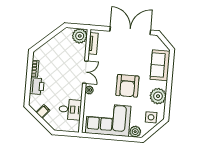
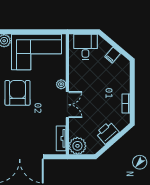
double door: (85, 72) -> (67, 105), swing flipped
printer: (37, 86) -> (107, 133), moved, turned 49
desk: (70, 109) -> (85, 47), moved, turned 90

